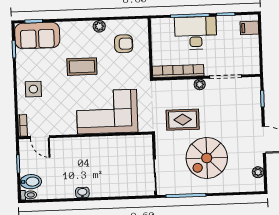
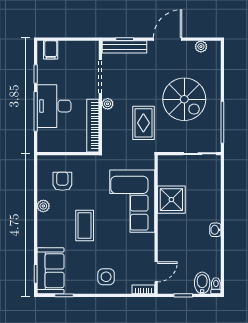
bench: (255, 99) -> (125, 47), added
shower: (110, 149) -> (171, 200), added

